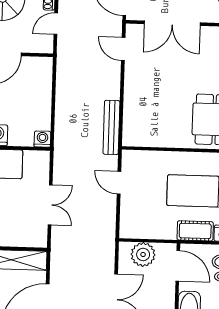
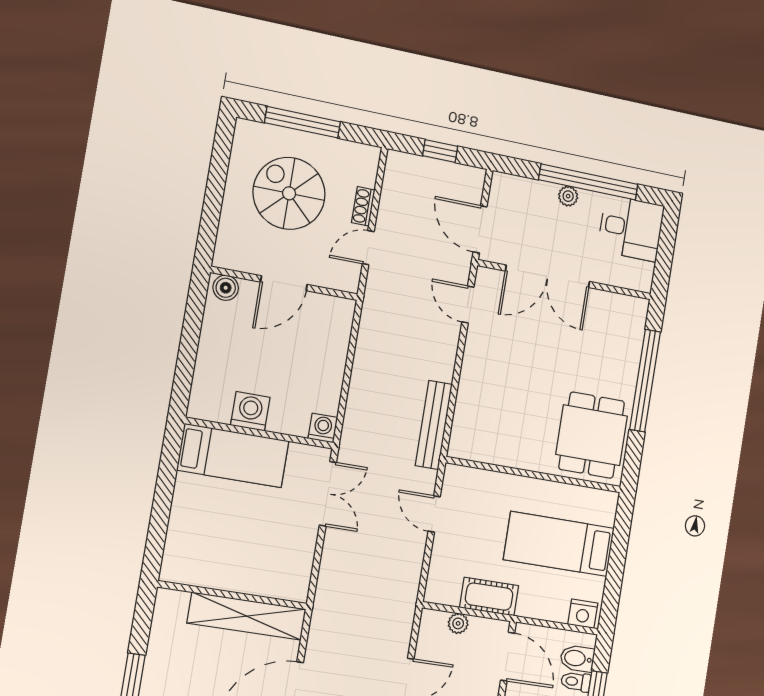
double door: (50, 205) -> (328, 494), moved
cot: (195, 231) -> (489, 597), moved
plant: (143, 254) -> (458, 623), width x0.53, depth x0.53

